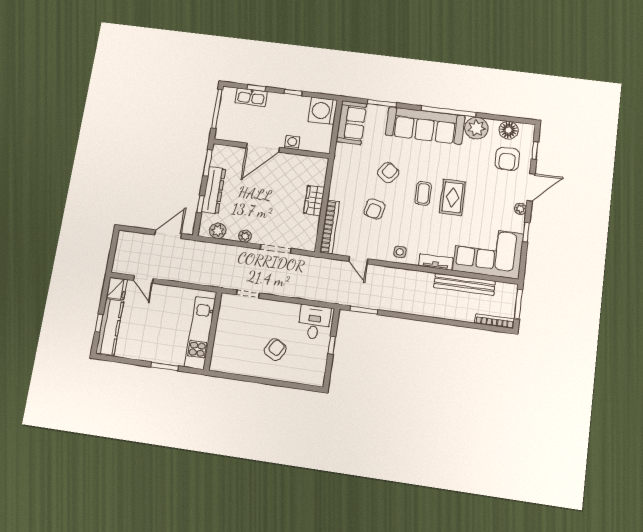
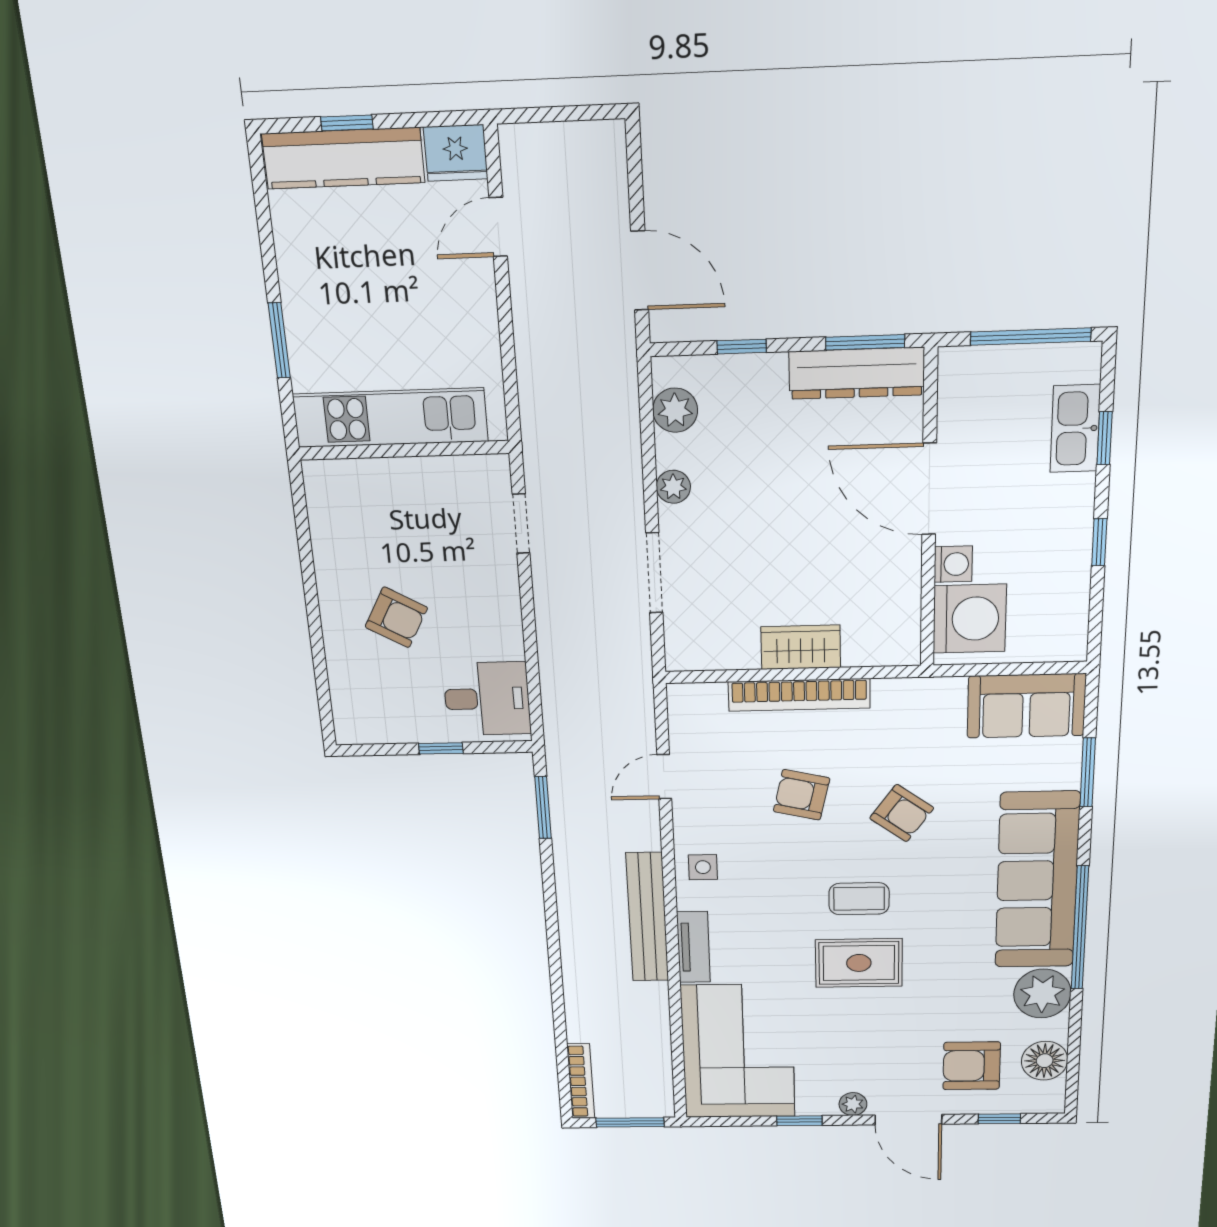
washing machine: (323, 111) -> (970, 619), moved, turned 90
dresser: (214, 190) -> (857, 373), moved
bookcase: (330, 227) -> (799, 695), moved
bench: (464, 284) -> (647, 917), moved

